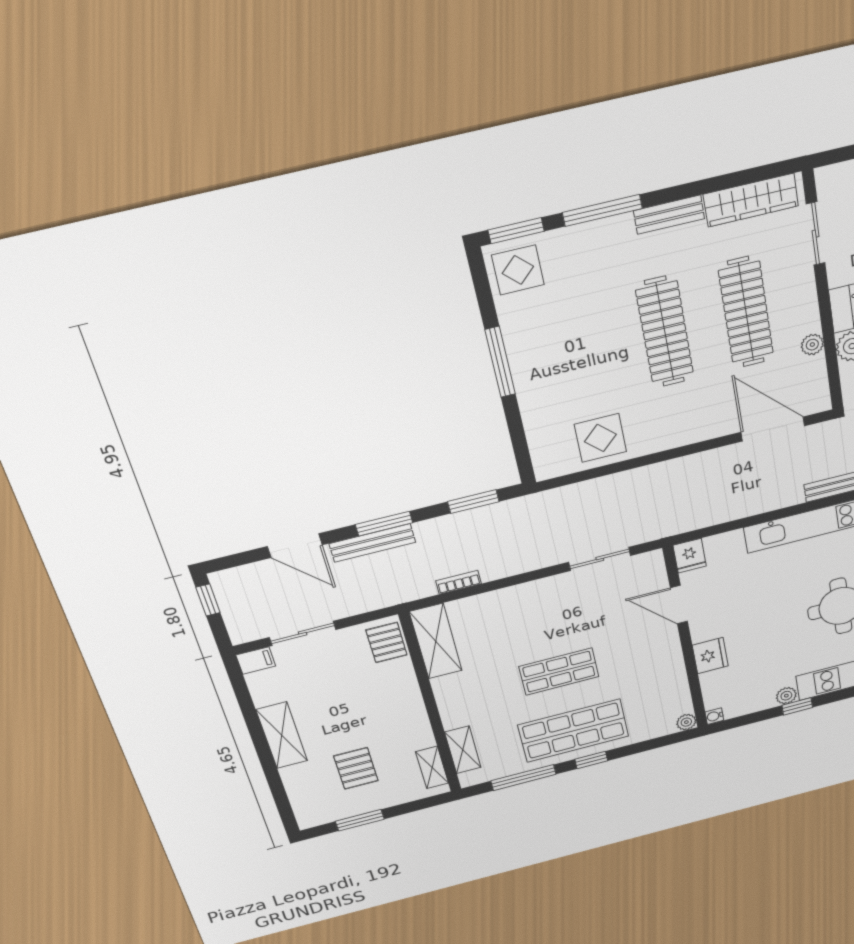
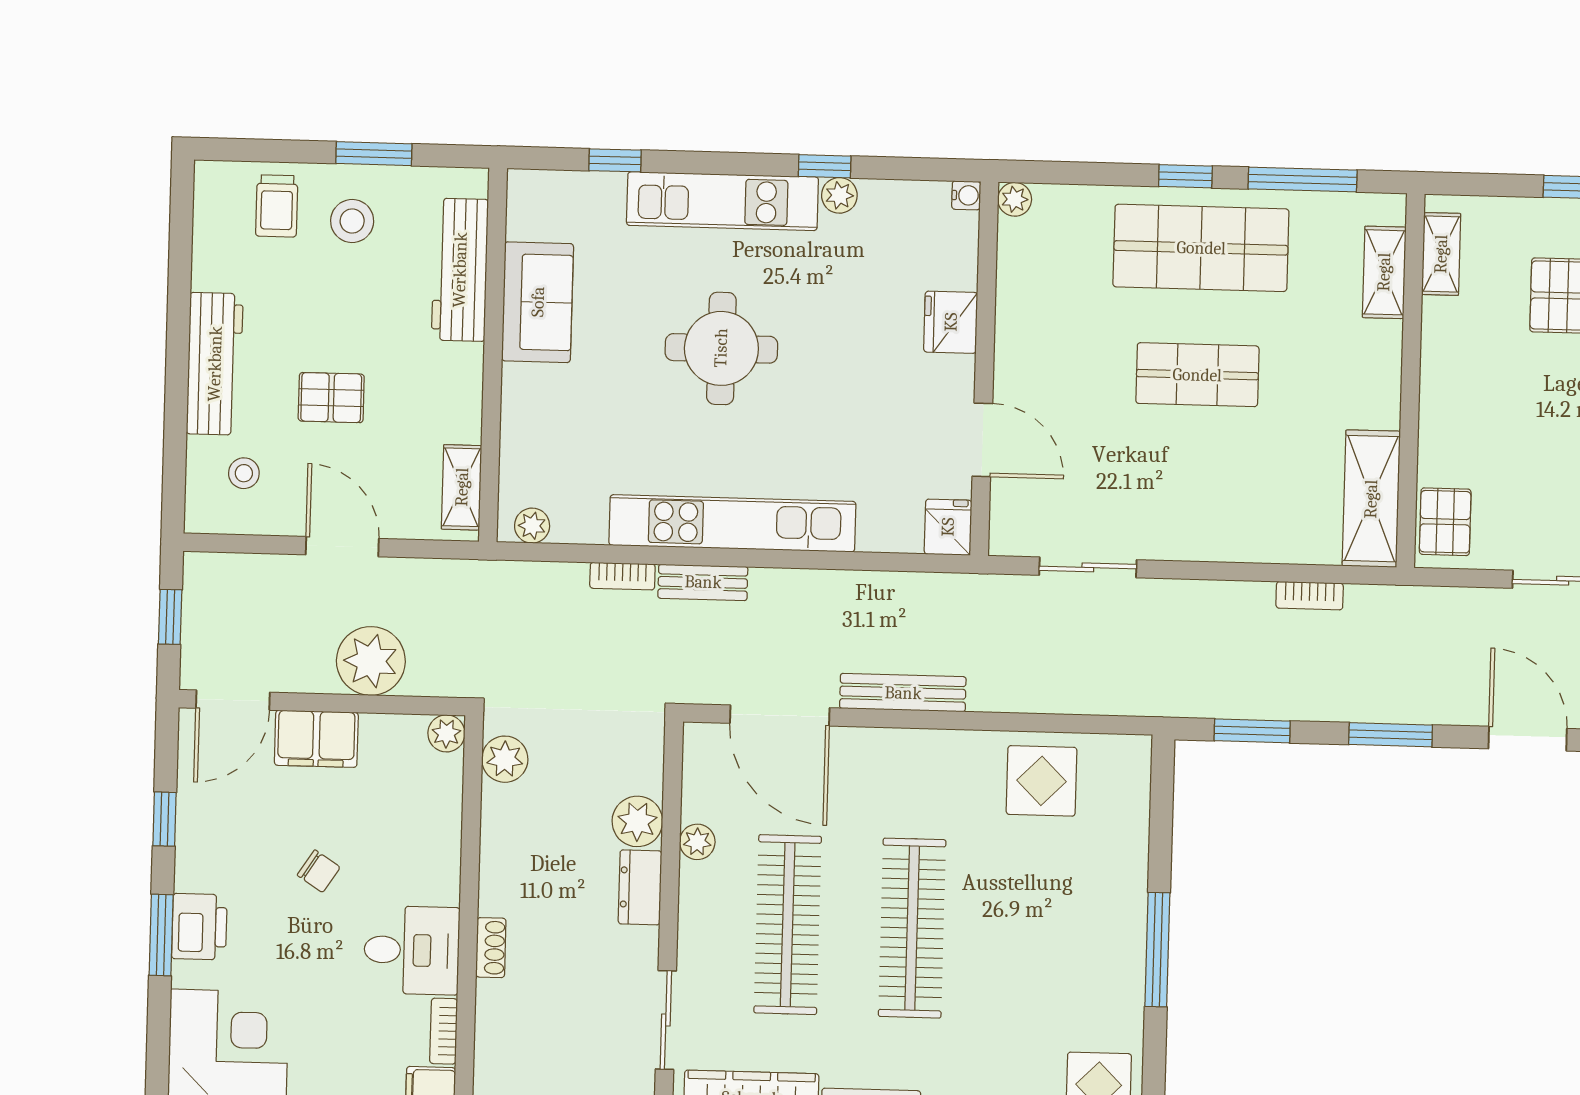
bench: (372, 543) -> (903, 693), moved

